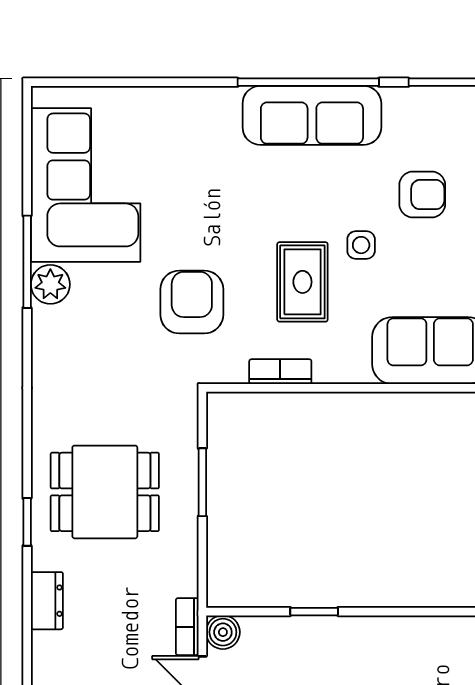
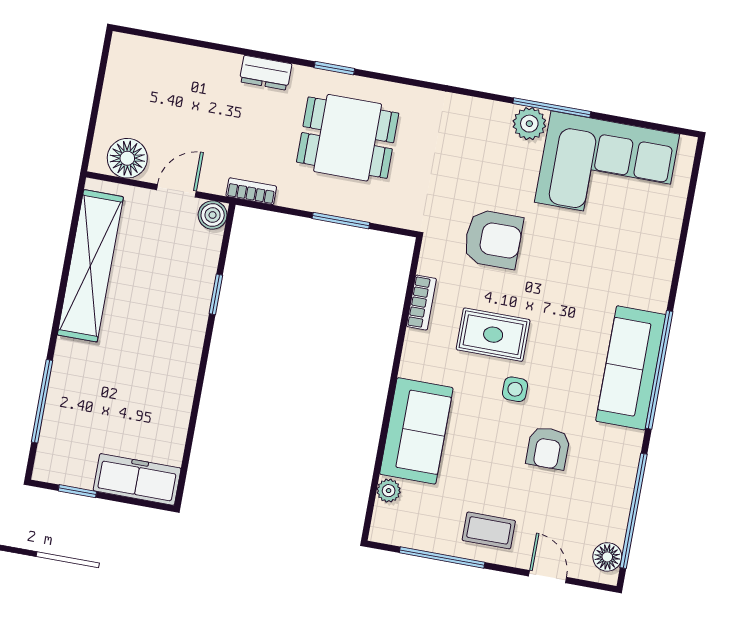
dining table: (105, 492) -> (348, 138), turned 90
bookcase: (187, 627) -> (251, 191), moved

